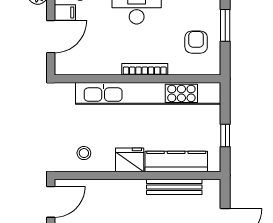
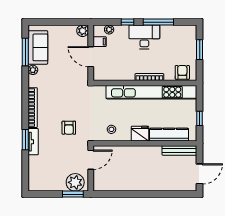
door: (51, 37) -> (91, 57), swing flipped
armchair: (196, 42) -> (182, 72), moved
armchair: (16, 150) -> (69, 128), added
bench: (174, 187) -> (179, 150), moved

